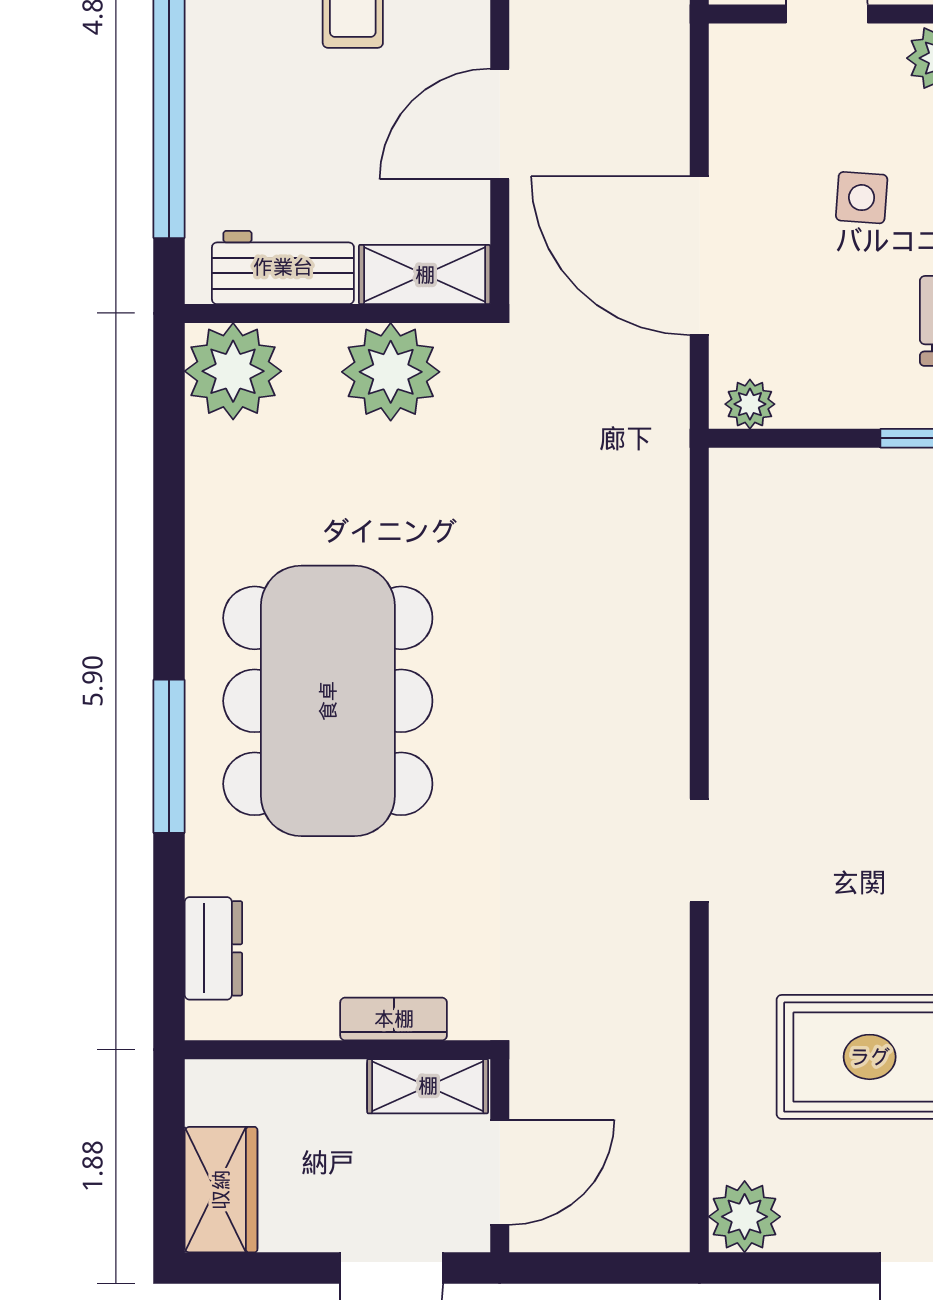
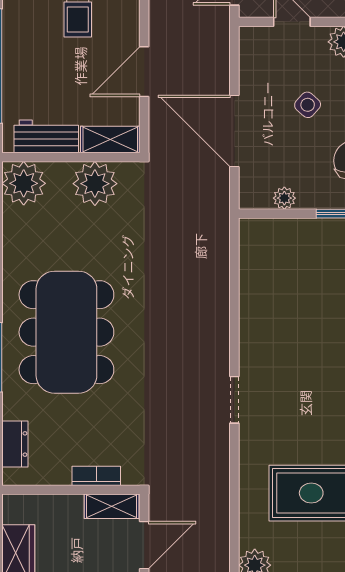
side table: (862, 198) -> (308, 105), turned 38
plant: (750, 404) -> (284, 198), moved

